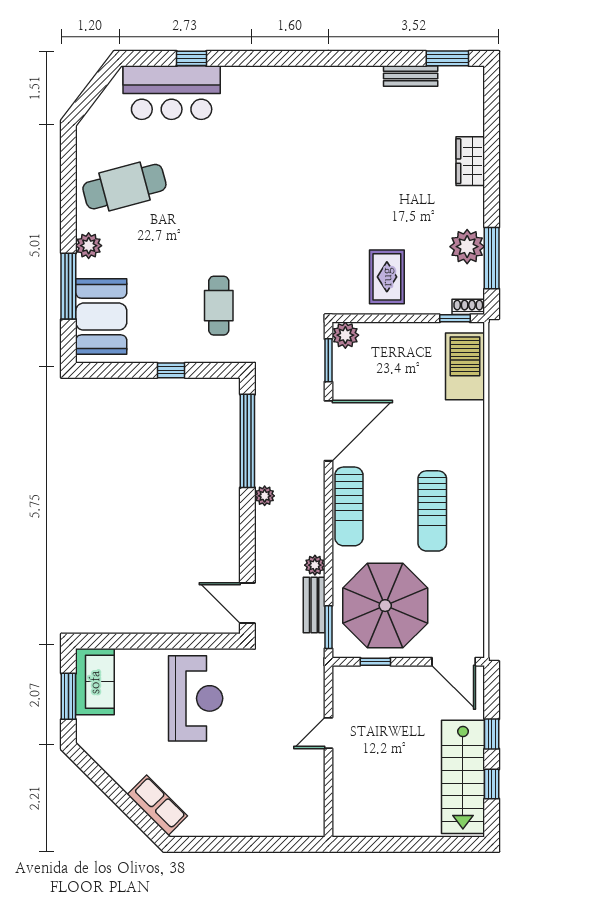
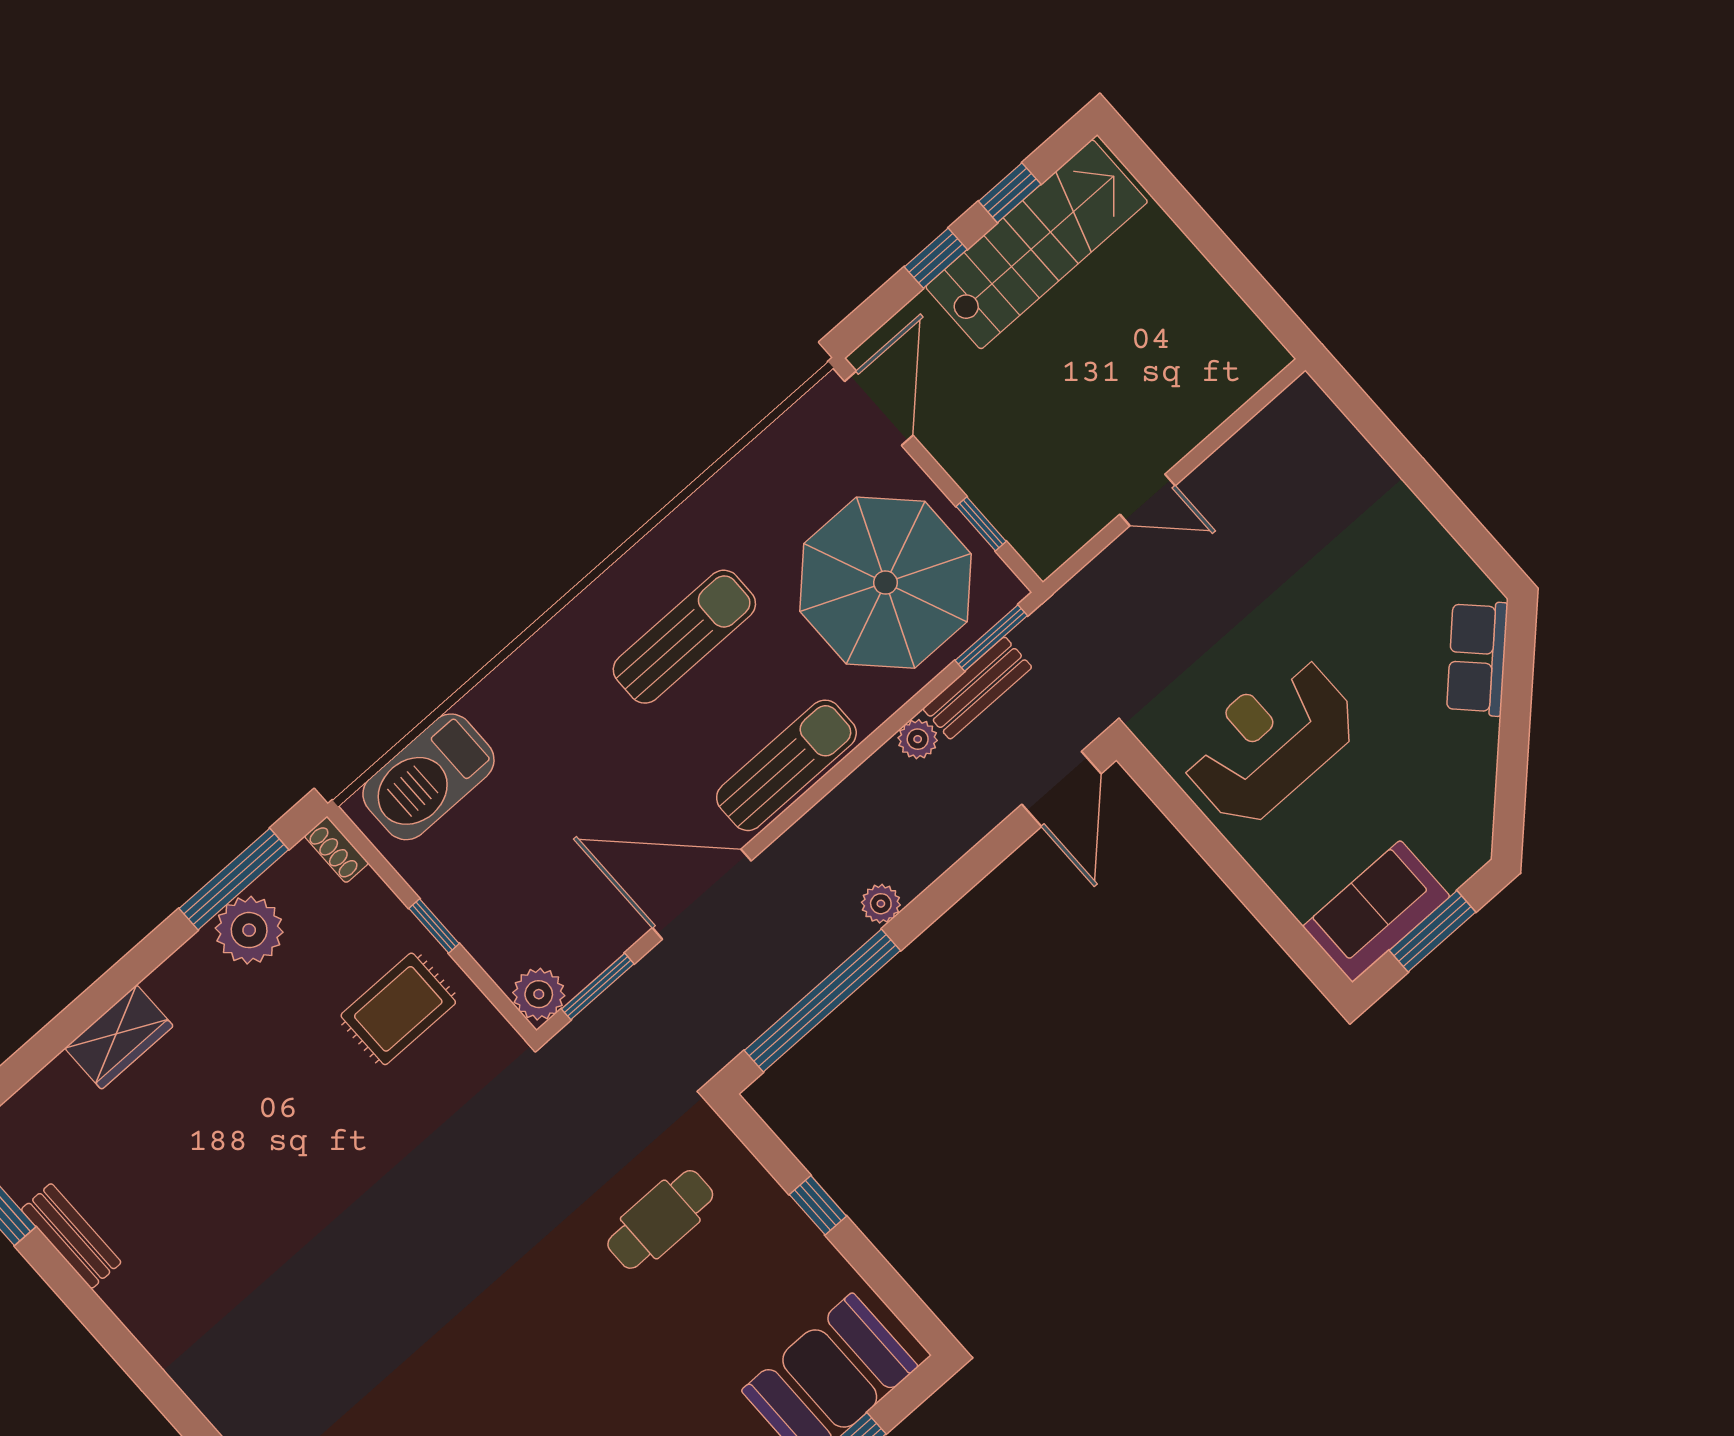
window: (455, 318) -> (434, 926), moved

